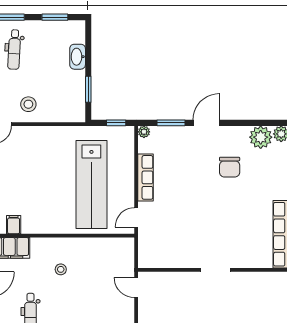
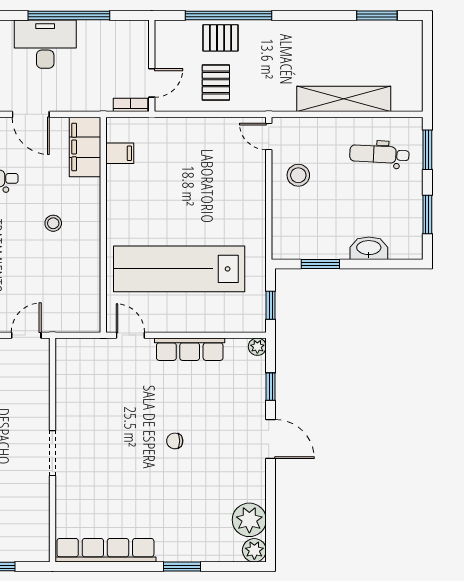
window: (171, 123) -> (271, 387), width x0.67
chair: (230, 167) -> (175, 441), moved, width x0.54, depth x0.54

